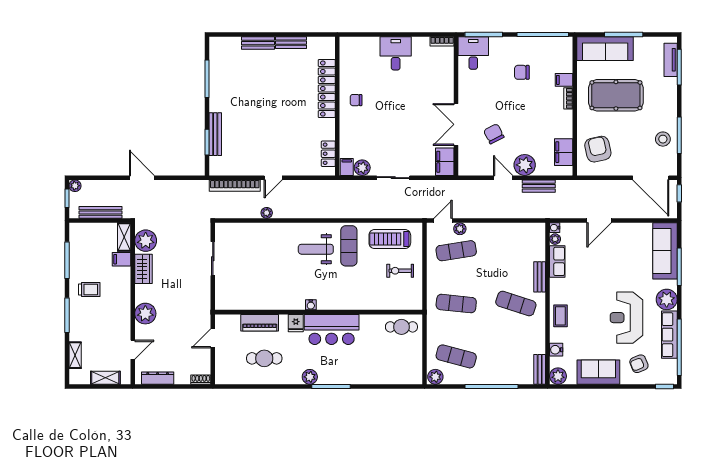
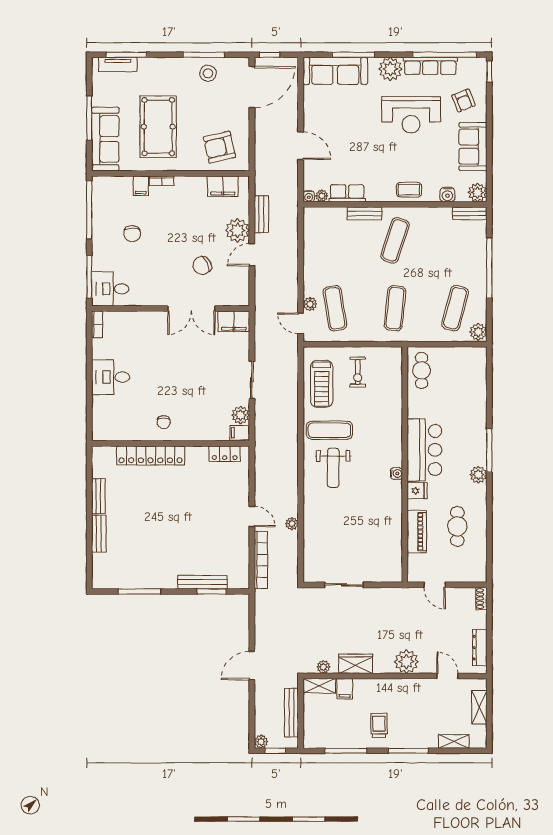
plant: (146, 241) -> (323, 667), width x0.53, depth x0.53

